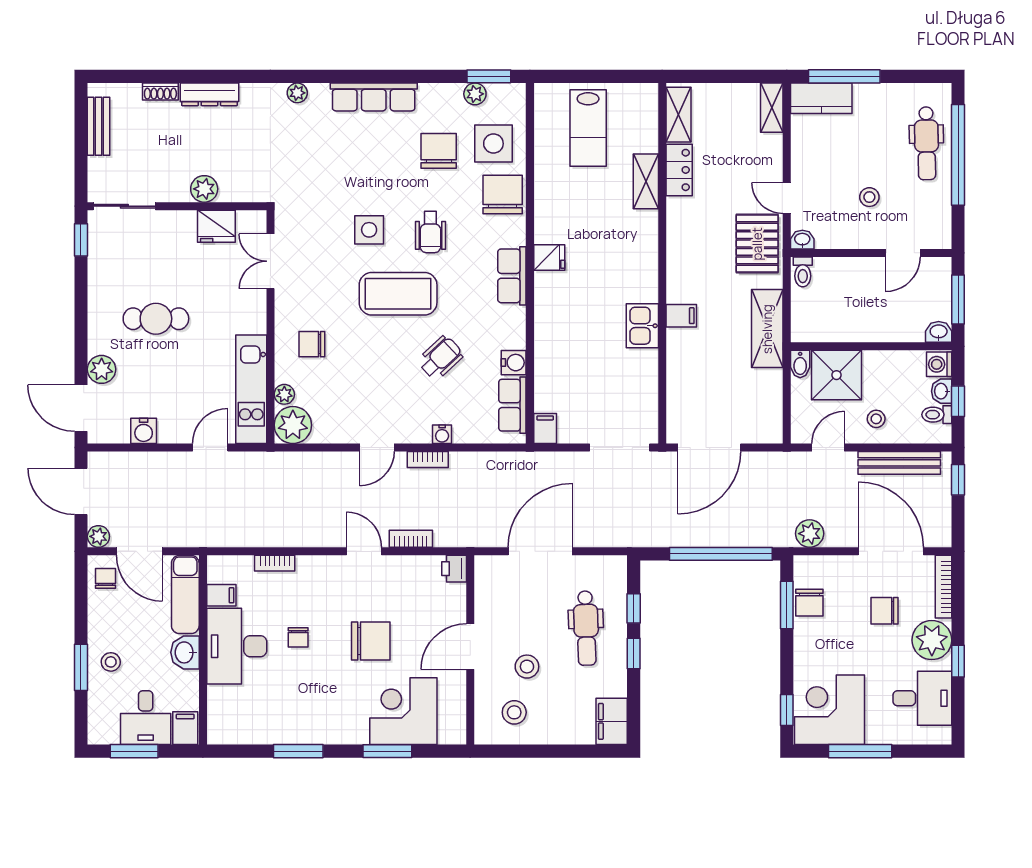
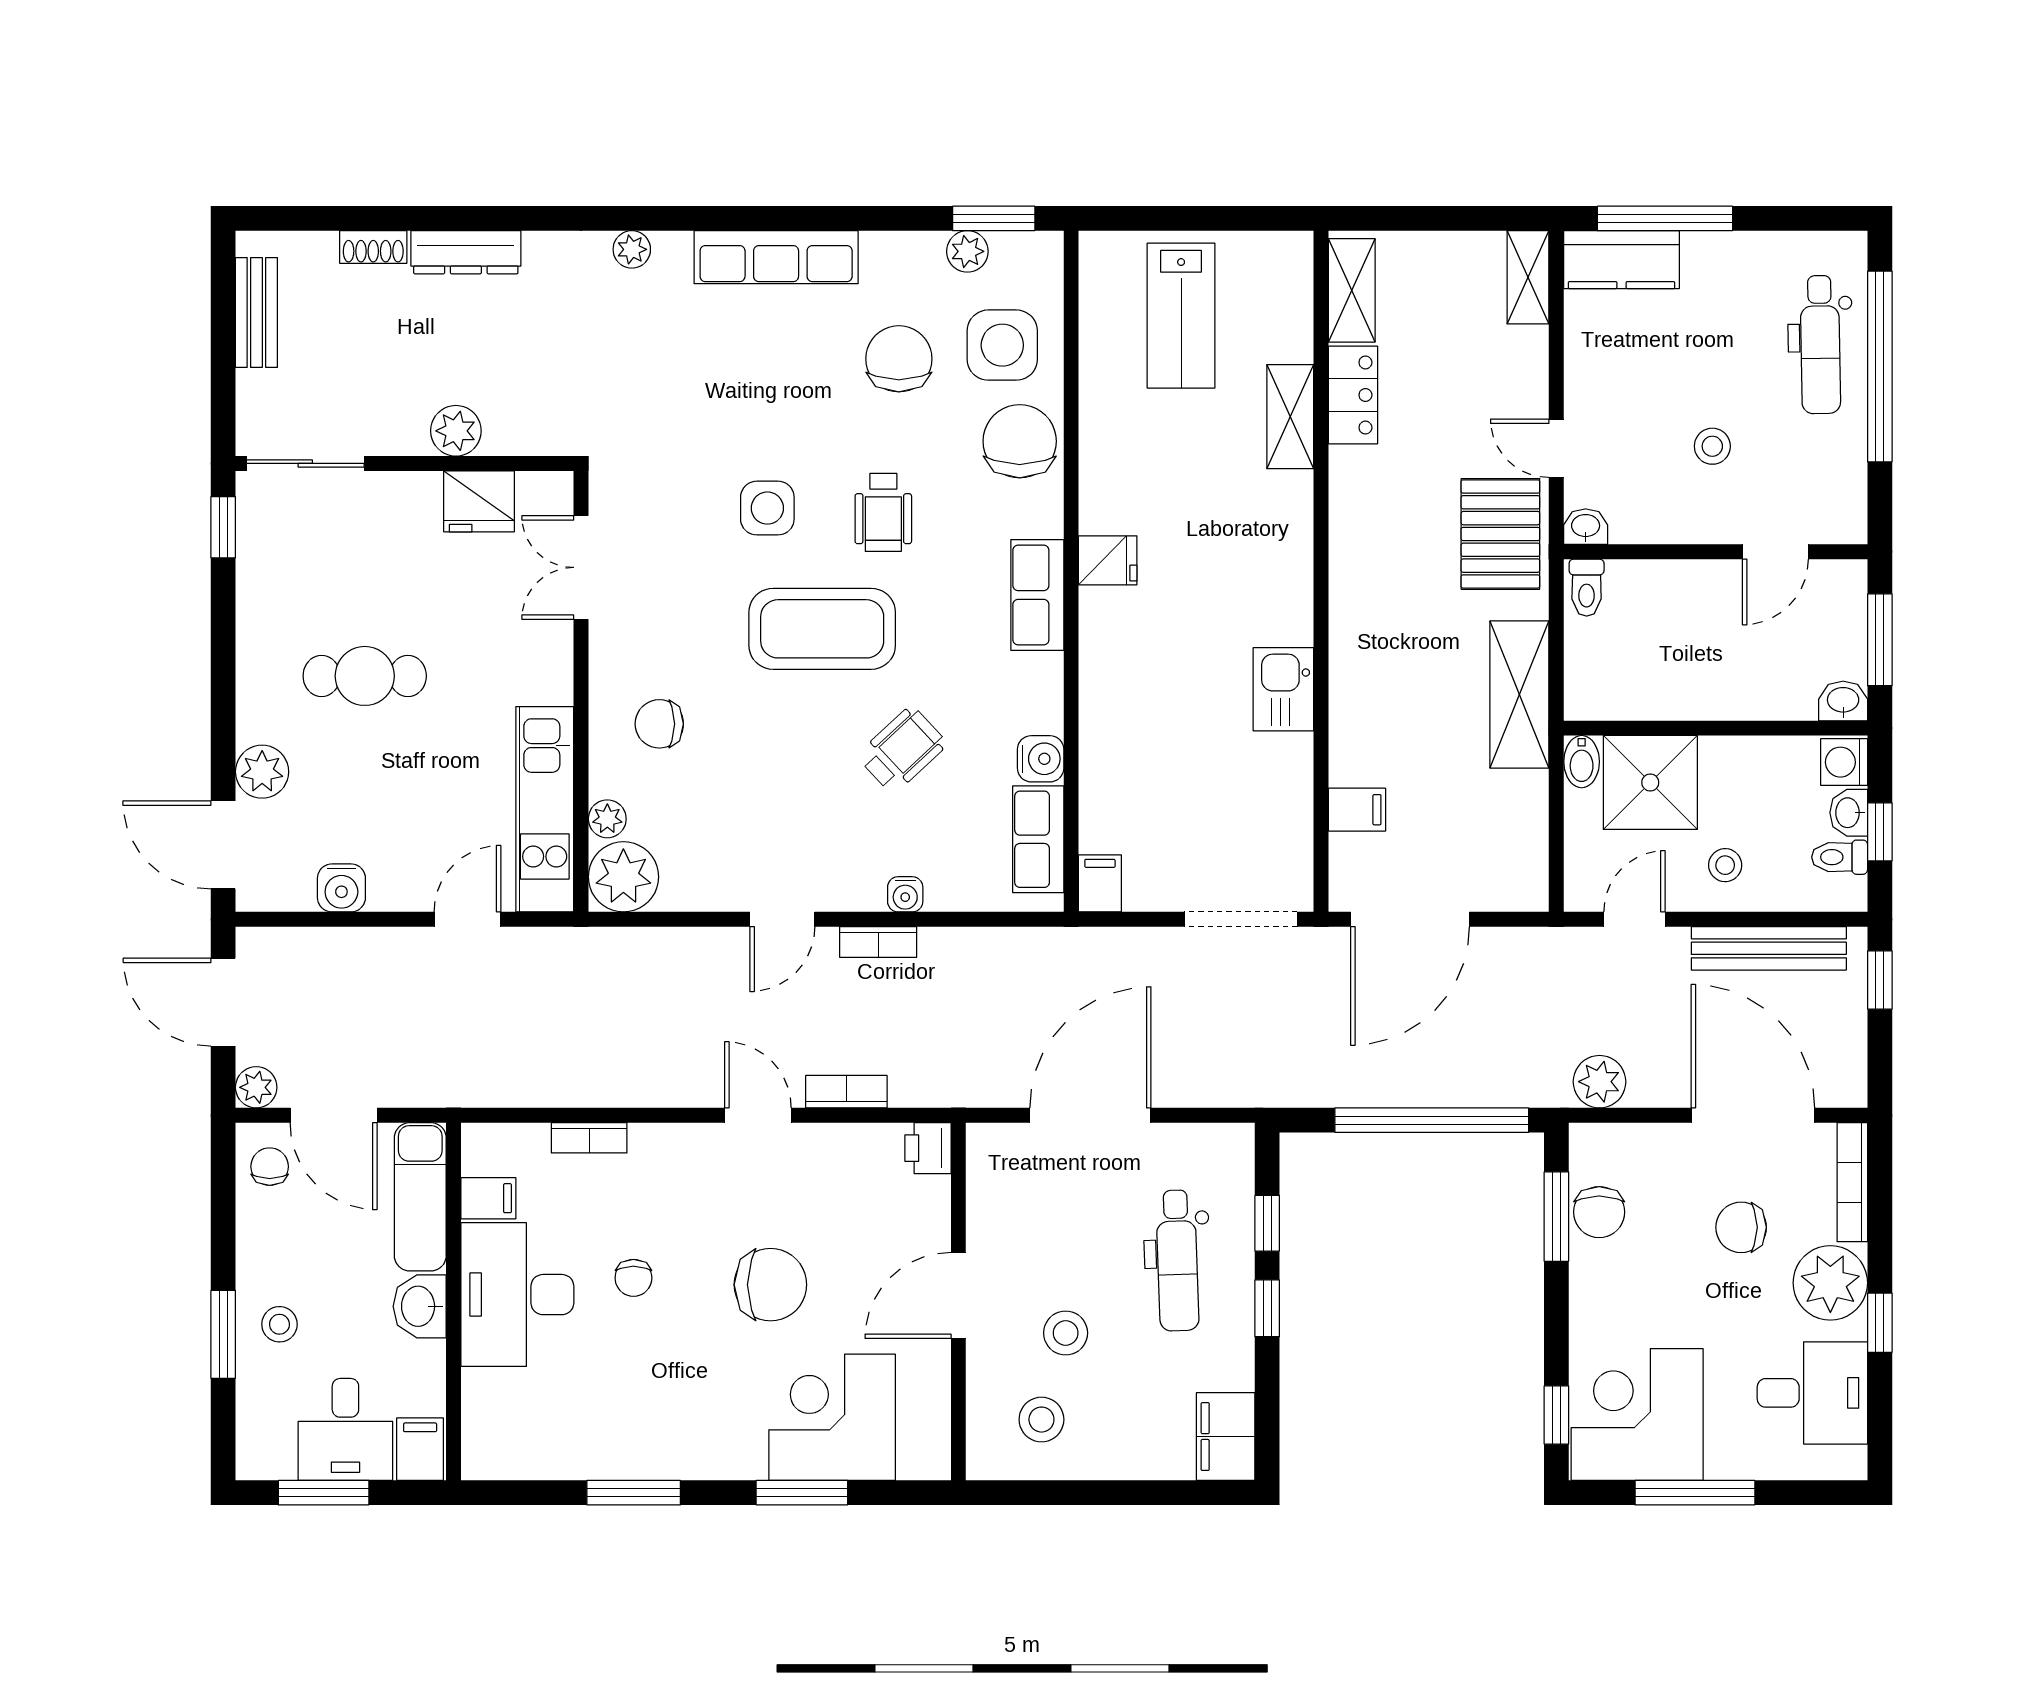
filing cabinet: (681, 316) -> (1357, 810), moved

